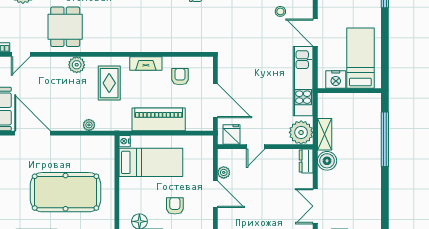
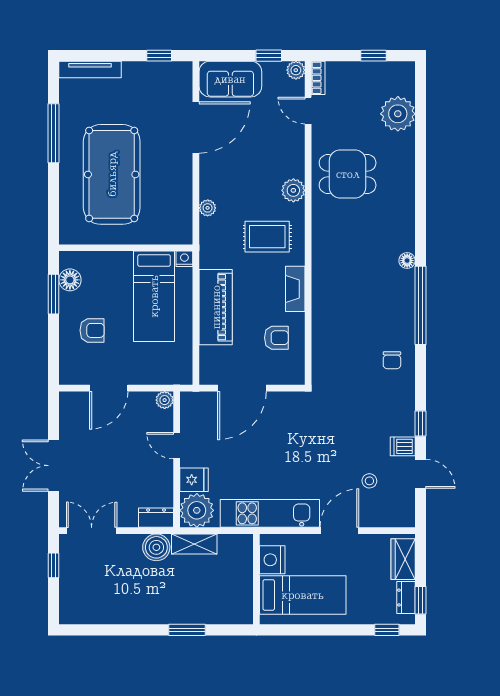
fridge: (232, 134) -> (194, 480), moved
window: (385, 139) -> (187, 630), width x0.47
plant: (224, 172) -> (165, 400), moved

